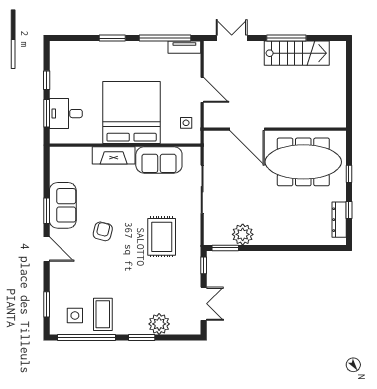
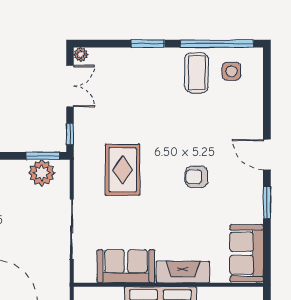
sofa: (63, 205) -> (247, 253), moved
armchair: (103, 231) -> (197, 177), turned 76
plant: (243, 234) -> (42, 173), moved
window: (47, 304) -> (267, 85), removed
double door: (204, 304) -> (70, 86), swing flipped
plant: (159, 324) -> (81, 54), moved, width x0.53, depth x0.53

